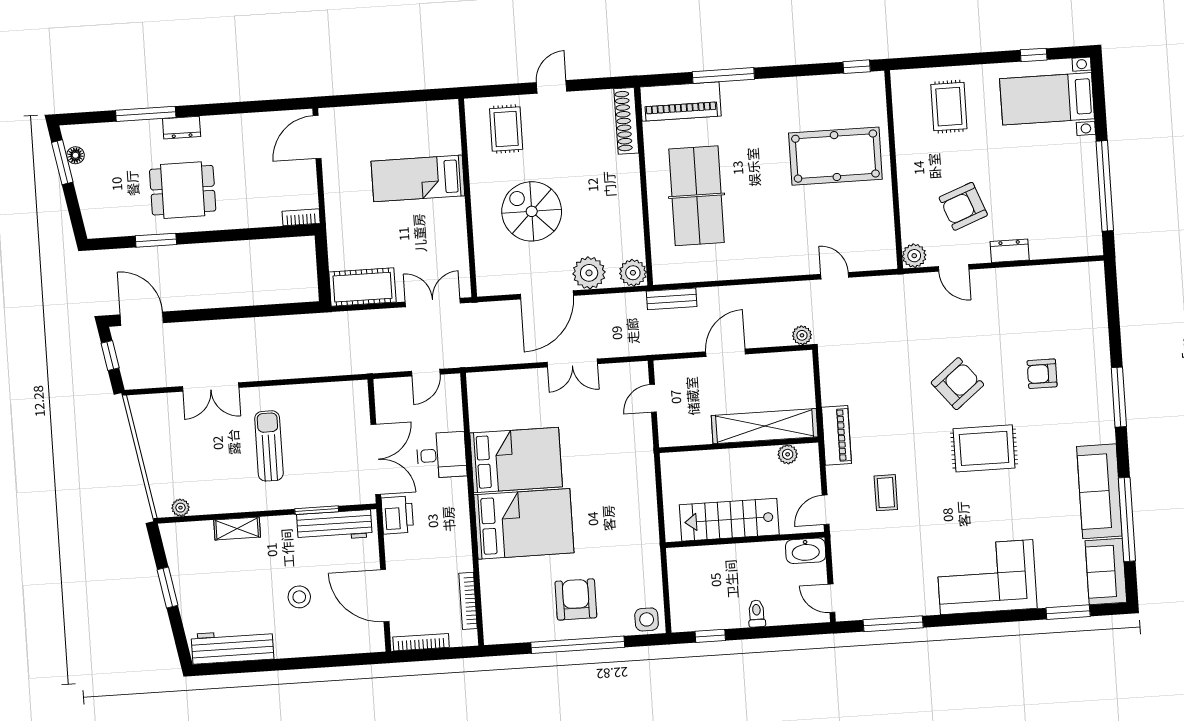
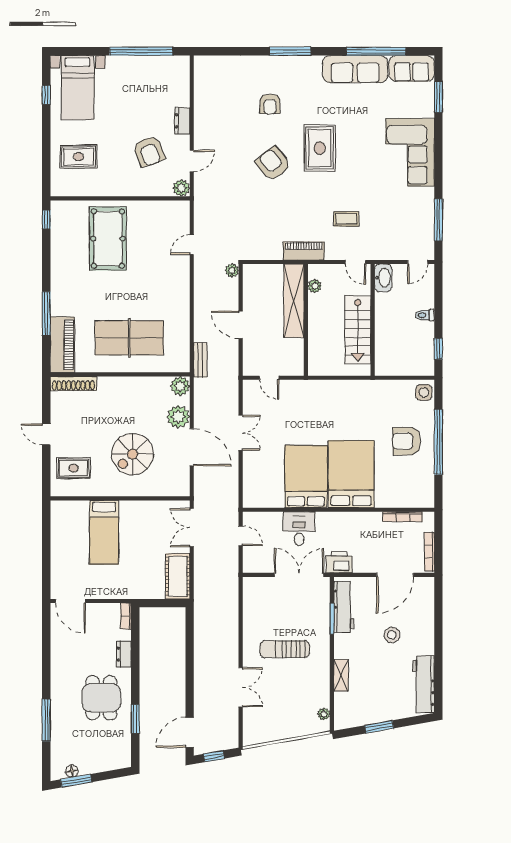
dresser: (182, 128) -> (124, 654), moved, turned 180

